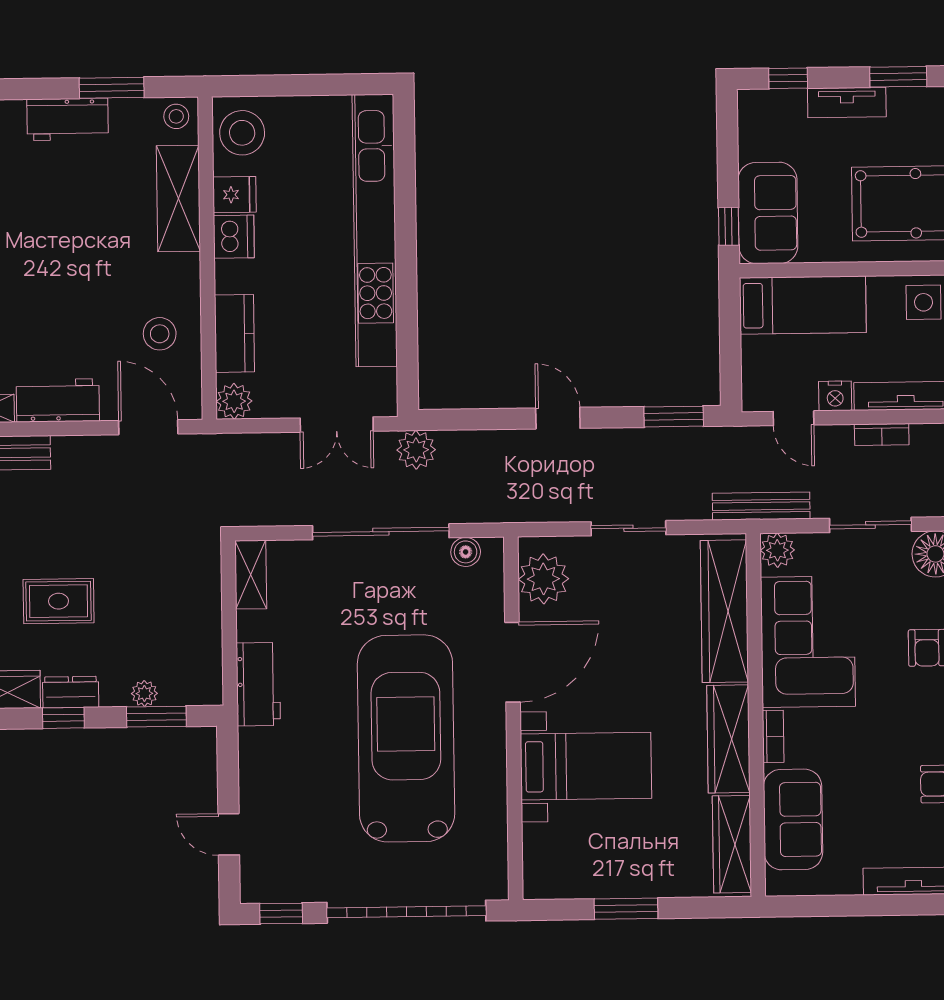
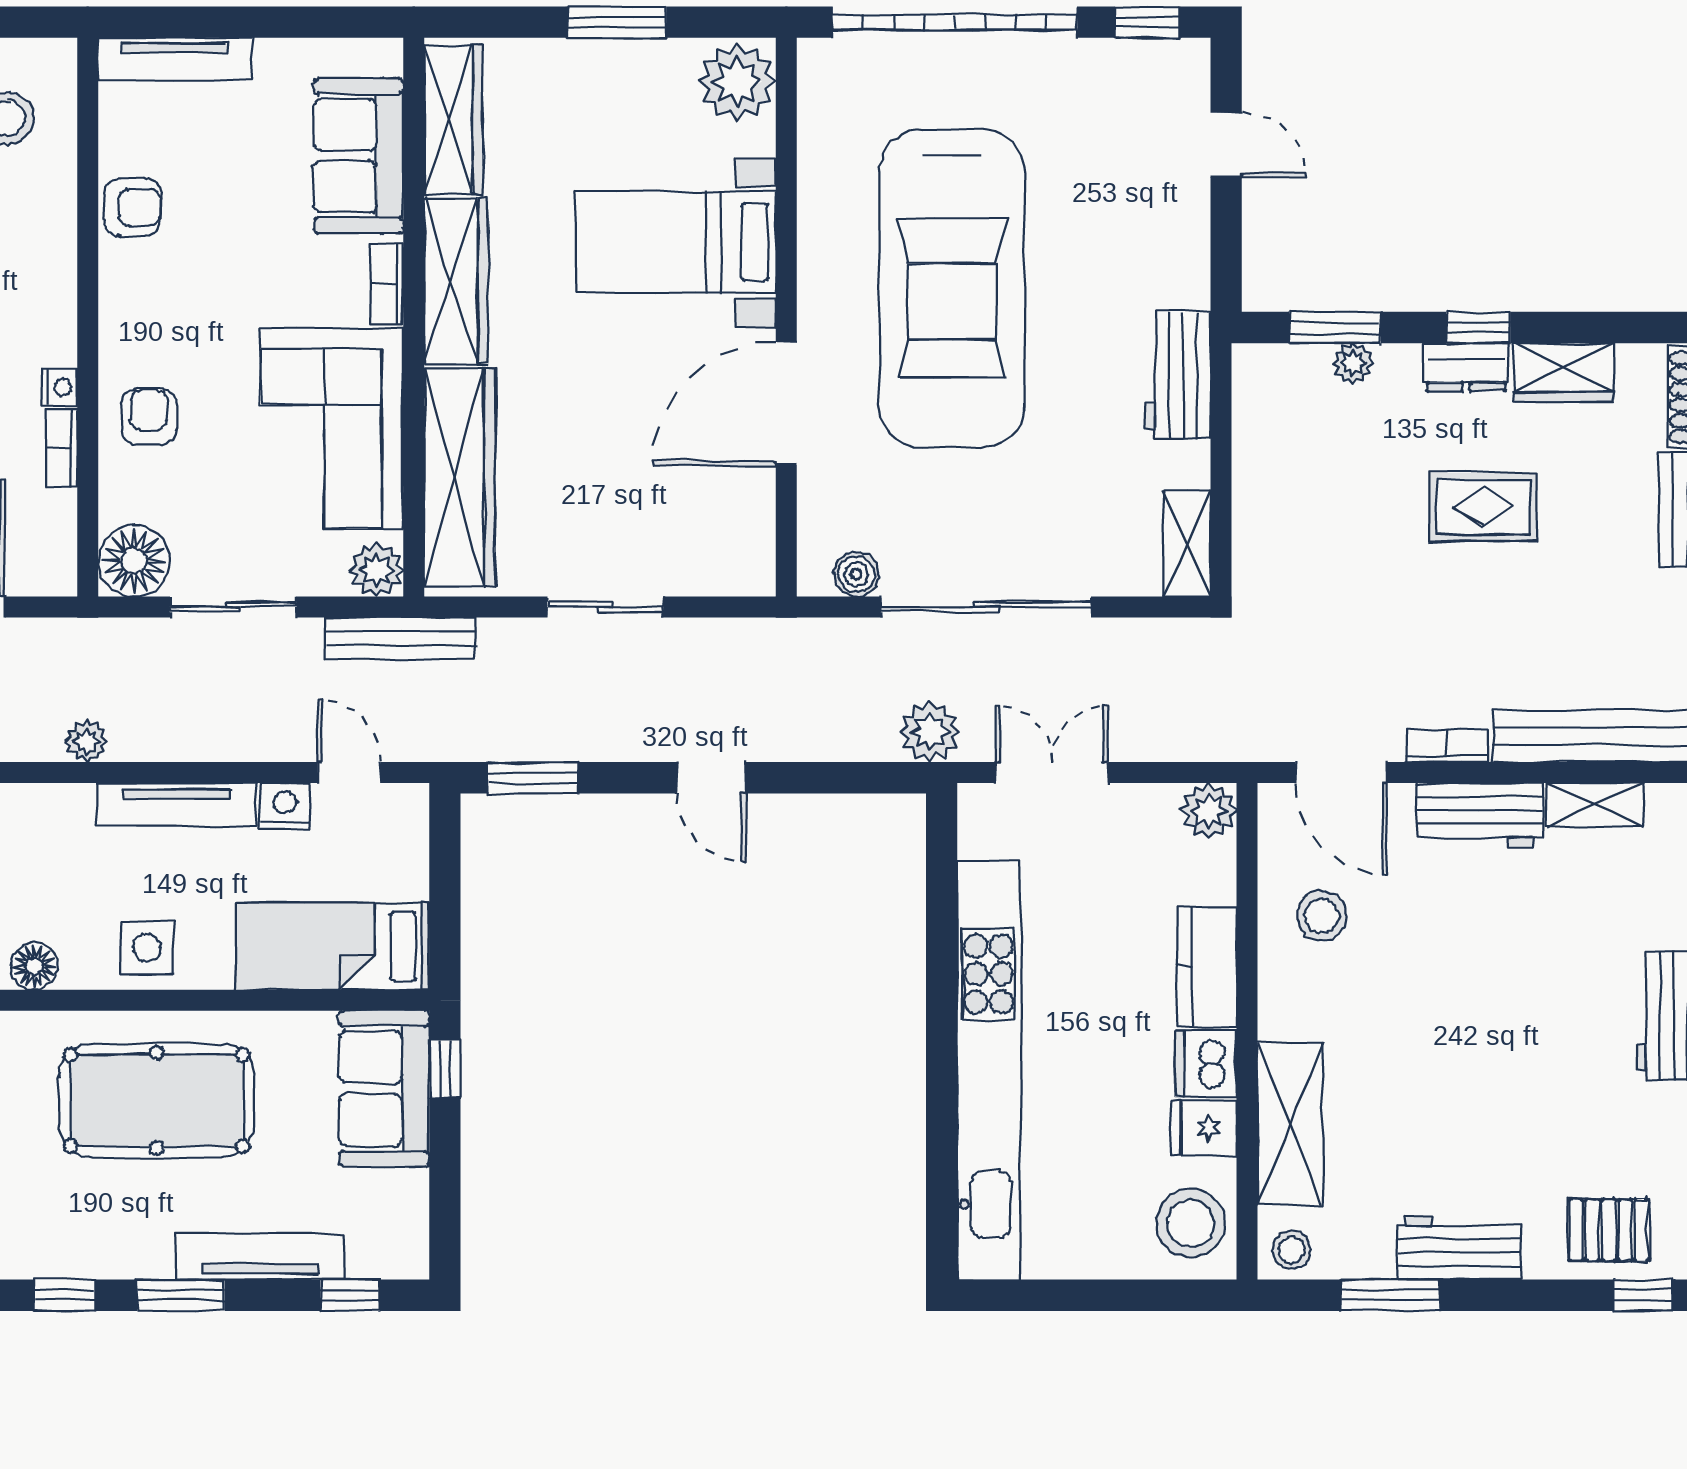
tv unit: (847, 102) -> (260, 1257), width x1.41
kitchen counter: (234, 333) -> (1207, 967), moved
bookcase: (882, 435) -> (1447, 746), moved
plant: (543, 579) -> (737, 82), moved

